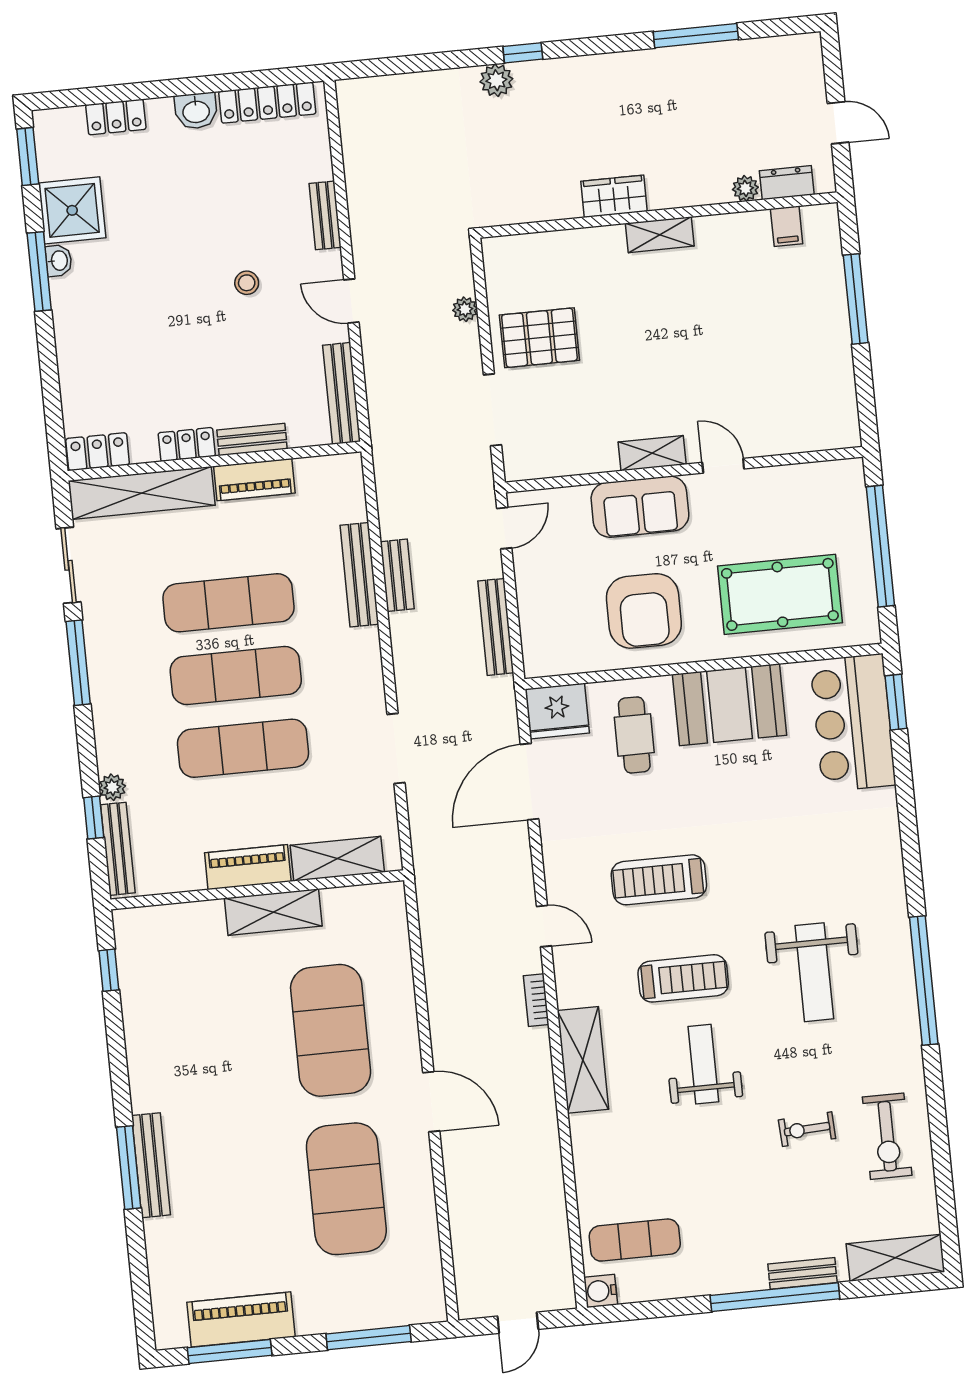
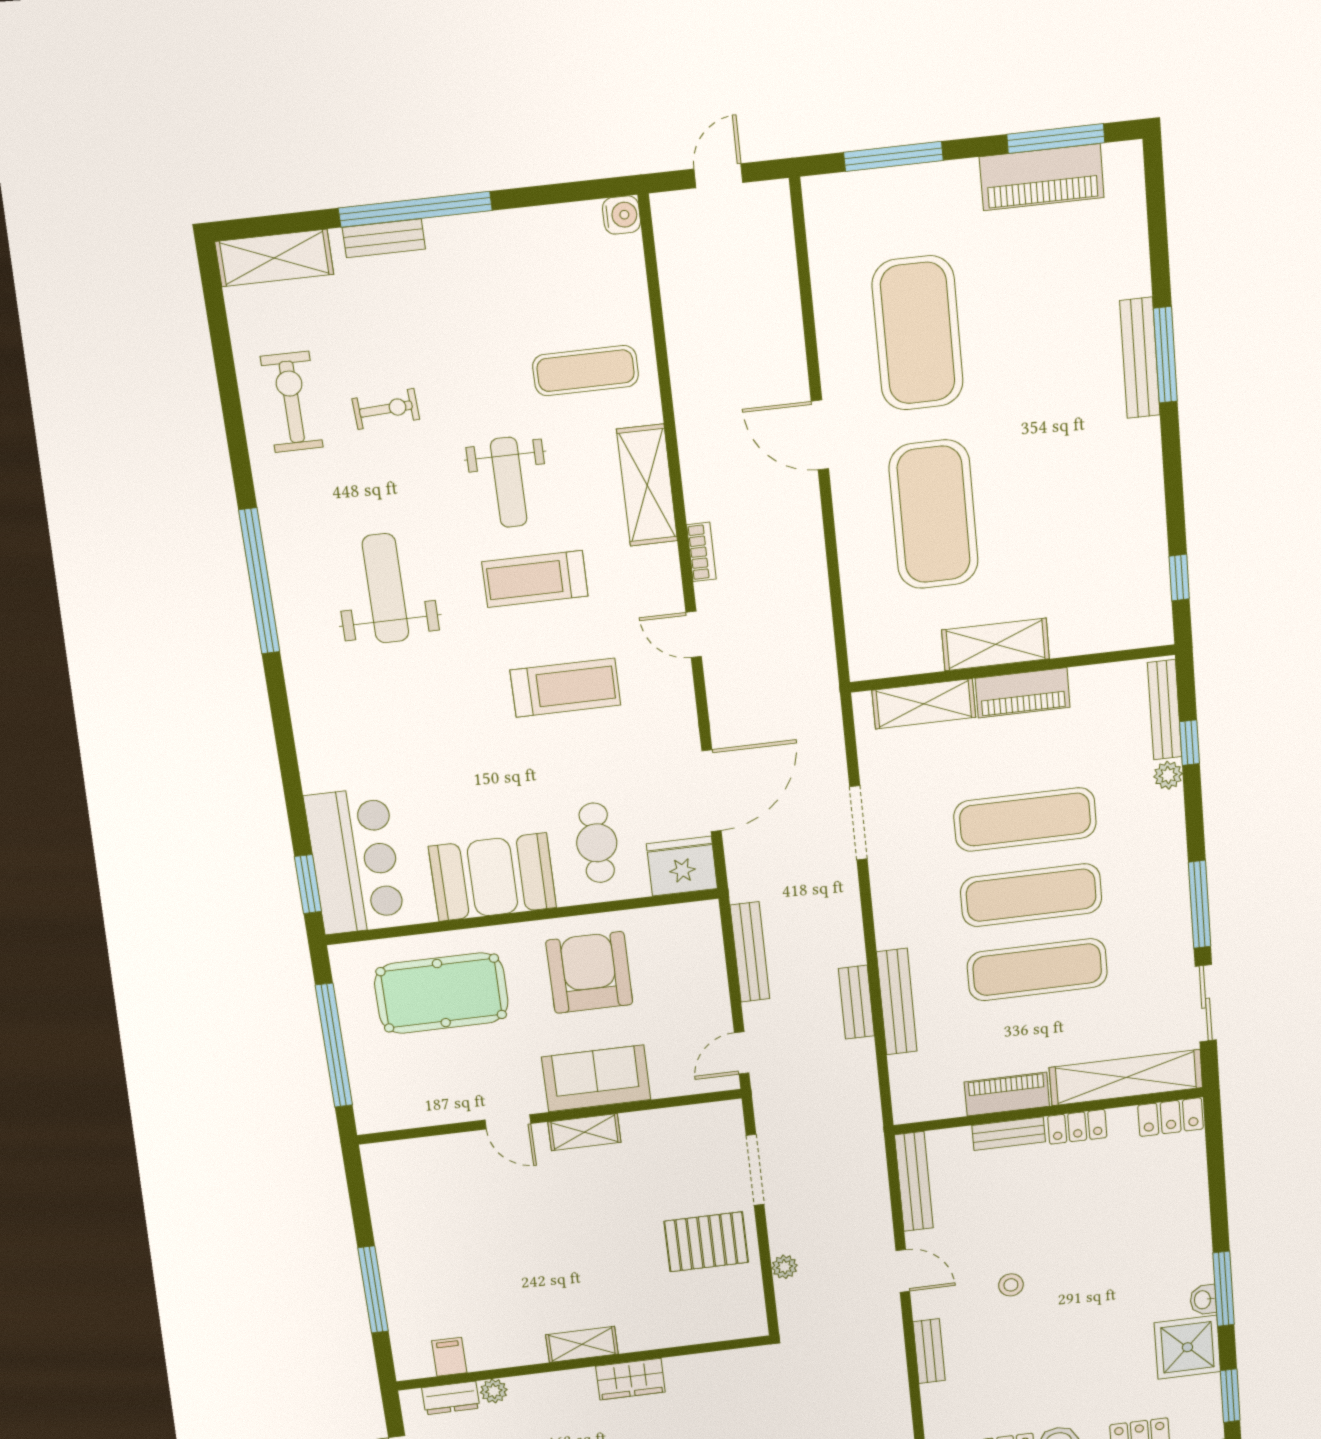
exercise mat: (635, 1240) -> (586, 371), moved

